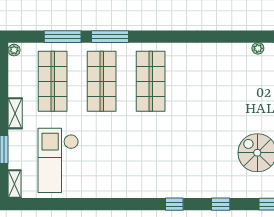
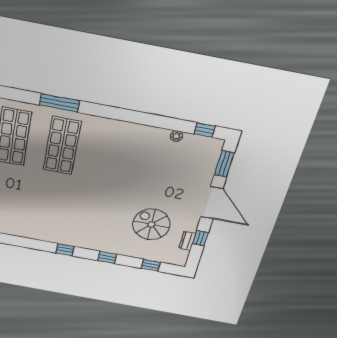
window: (110, 37) -> (59, 103), moved

